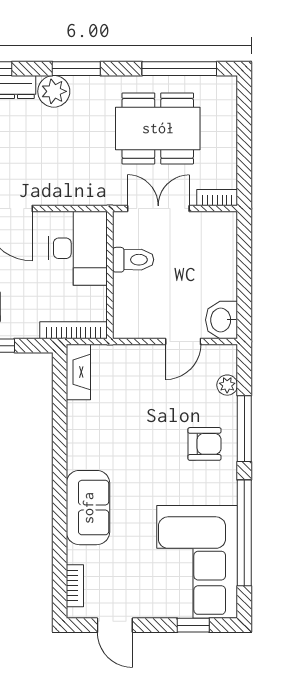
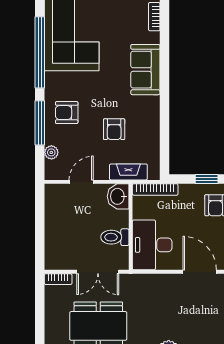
washbasin: (222, 320) -> (118, 196), moved, turned 180
fireplace: (78, 372) -> (128, 172), moved, turned 90
armchair: (134, 419) -> (114, 129), added

